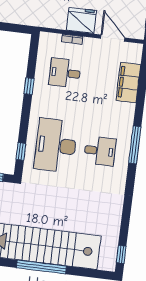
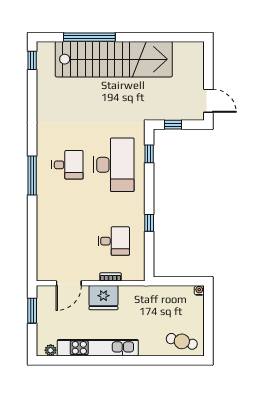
door: (113, 38) -> (69, 283), hinge flipped
filing cabinet: (128, 83) -> (47, 239), removed
desk: (100, 151) -> (67, 165), turned 180
window: (41, 267) -> (89, 37), moved

